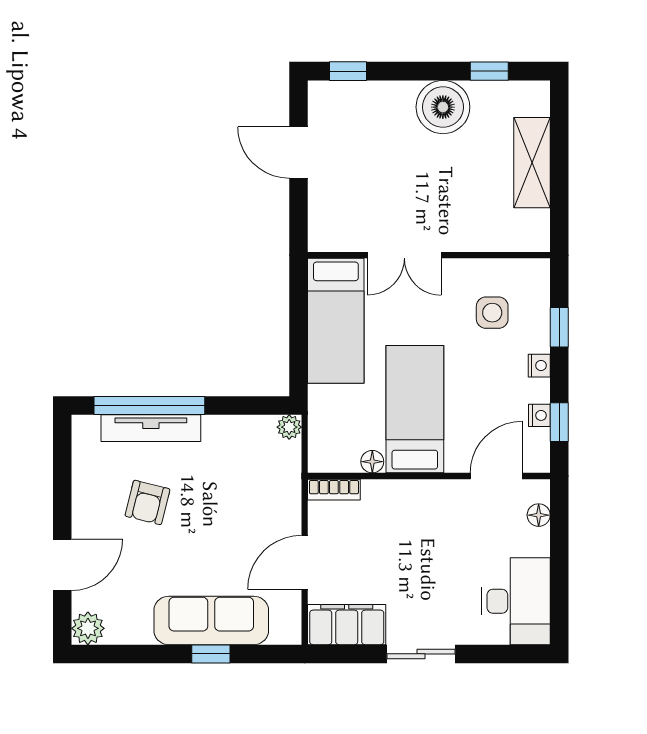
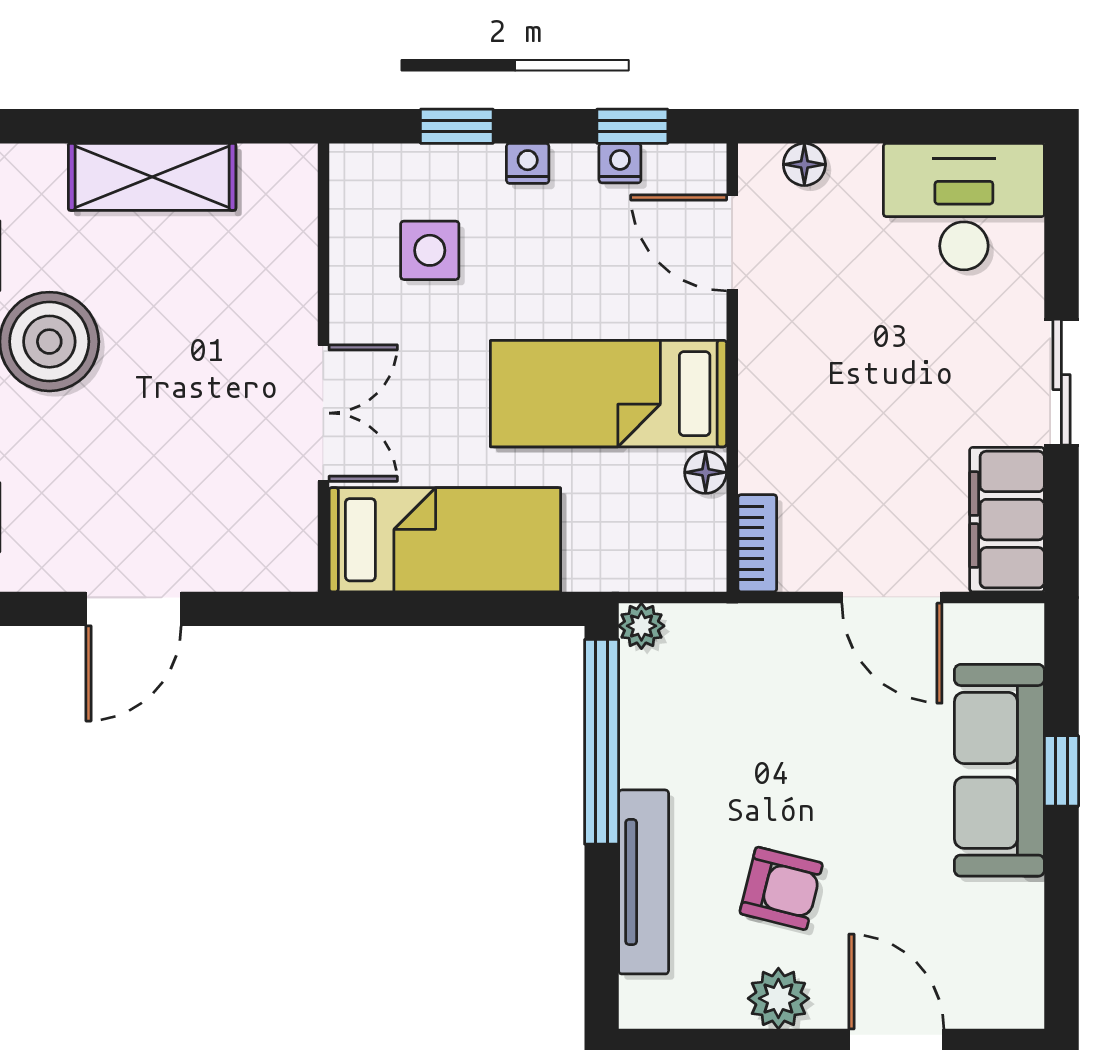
window: (149, 405) -> (602, 742), moved
plant: (88, 628) -> (778, 998), moved

